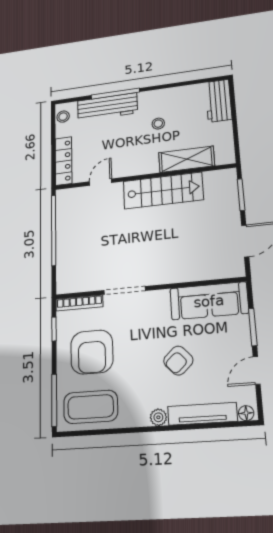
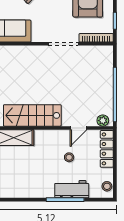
workbench: (107, 107) -> (72, 189), width x0.73
stool: (158, 124) -> (69, 157), moved
plant: (69, 195) -> (103, 121), added

